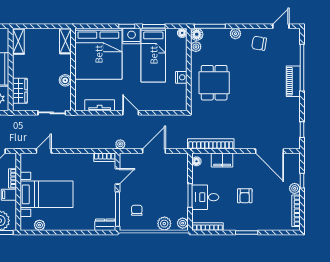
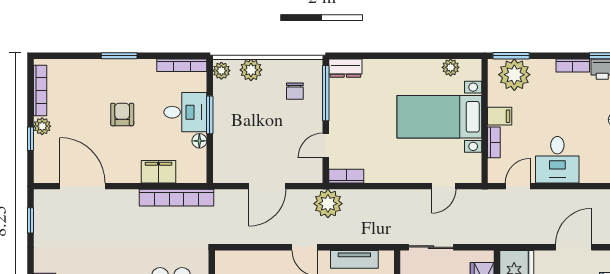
plant: (120, 144) -> (328, 204), width x1.88, depth x1.88
floor lamp: (196, 161) -> (199, 141), moved

